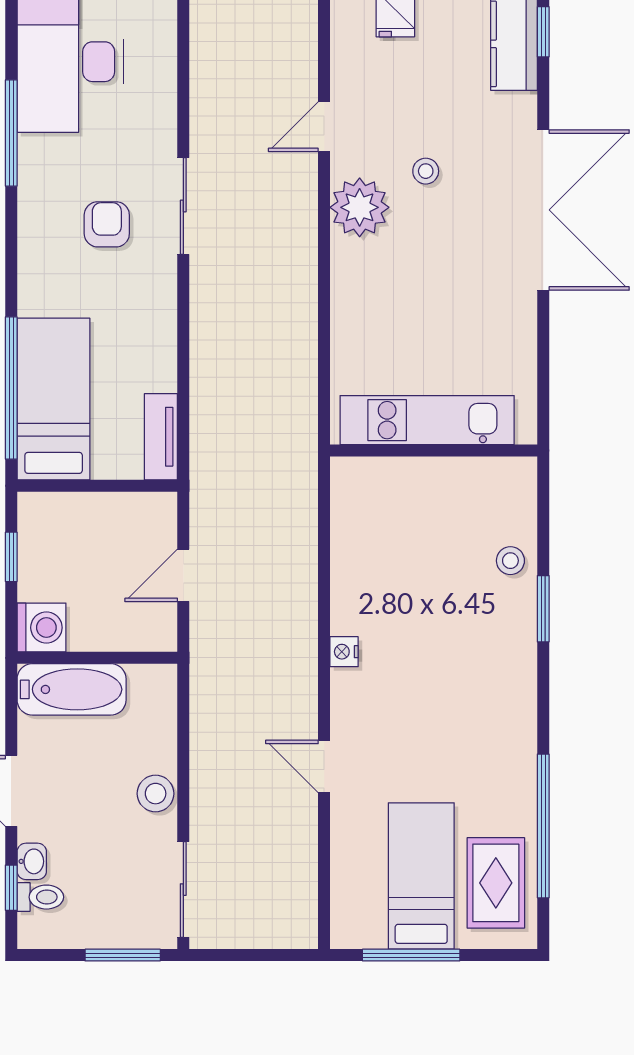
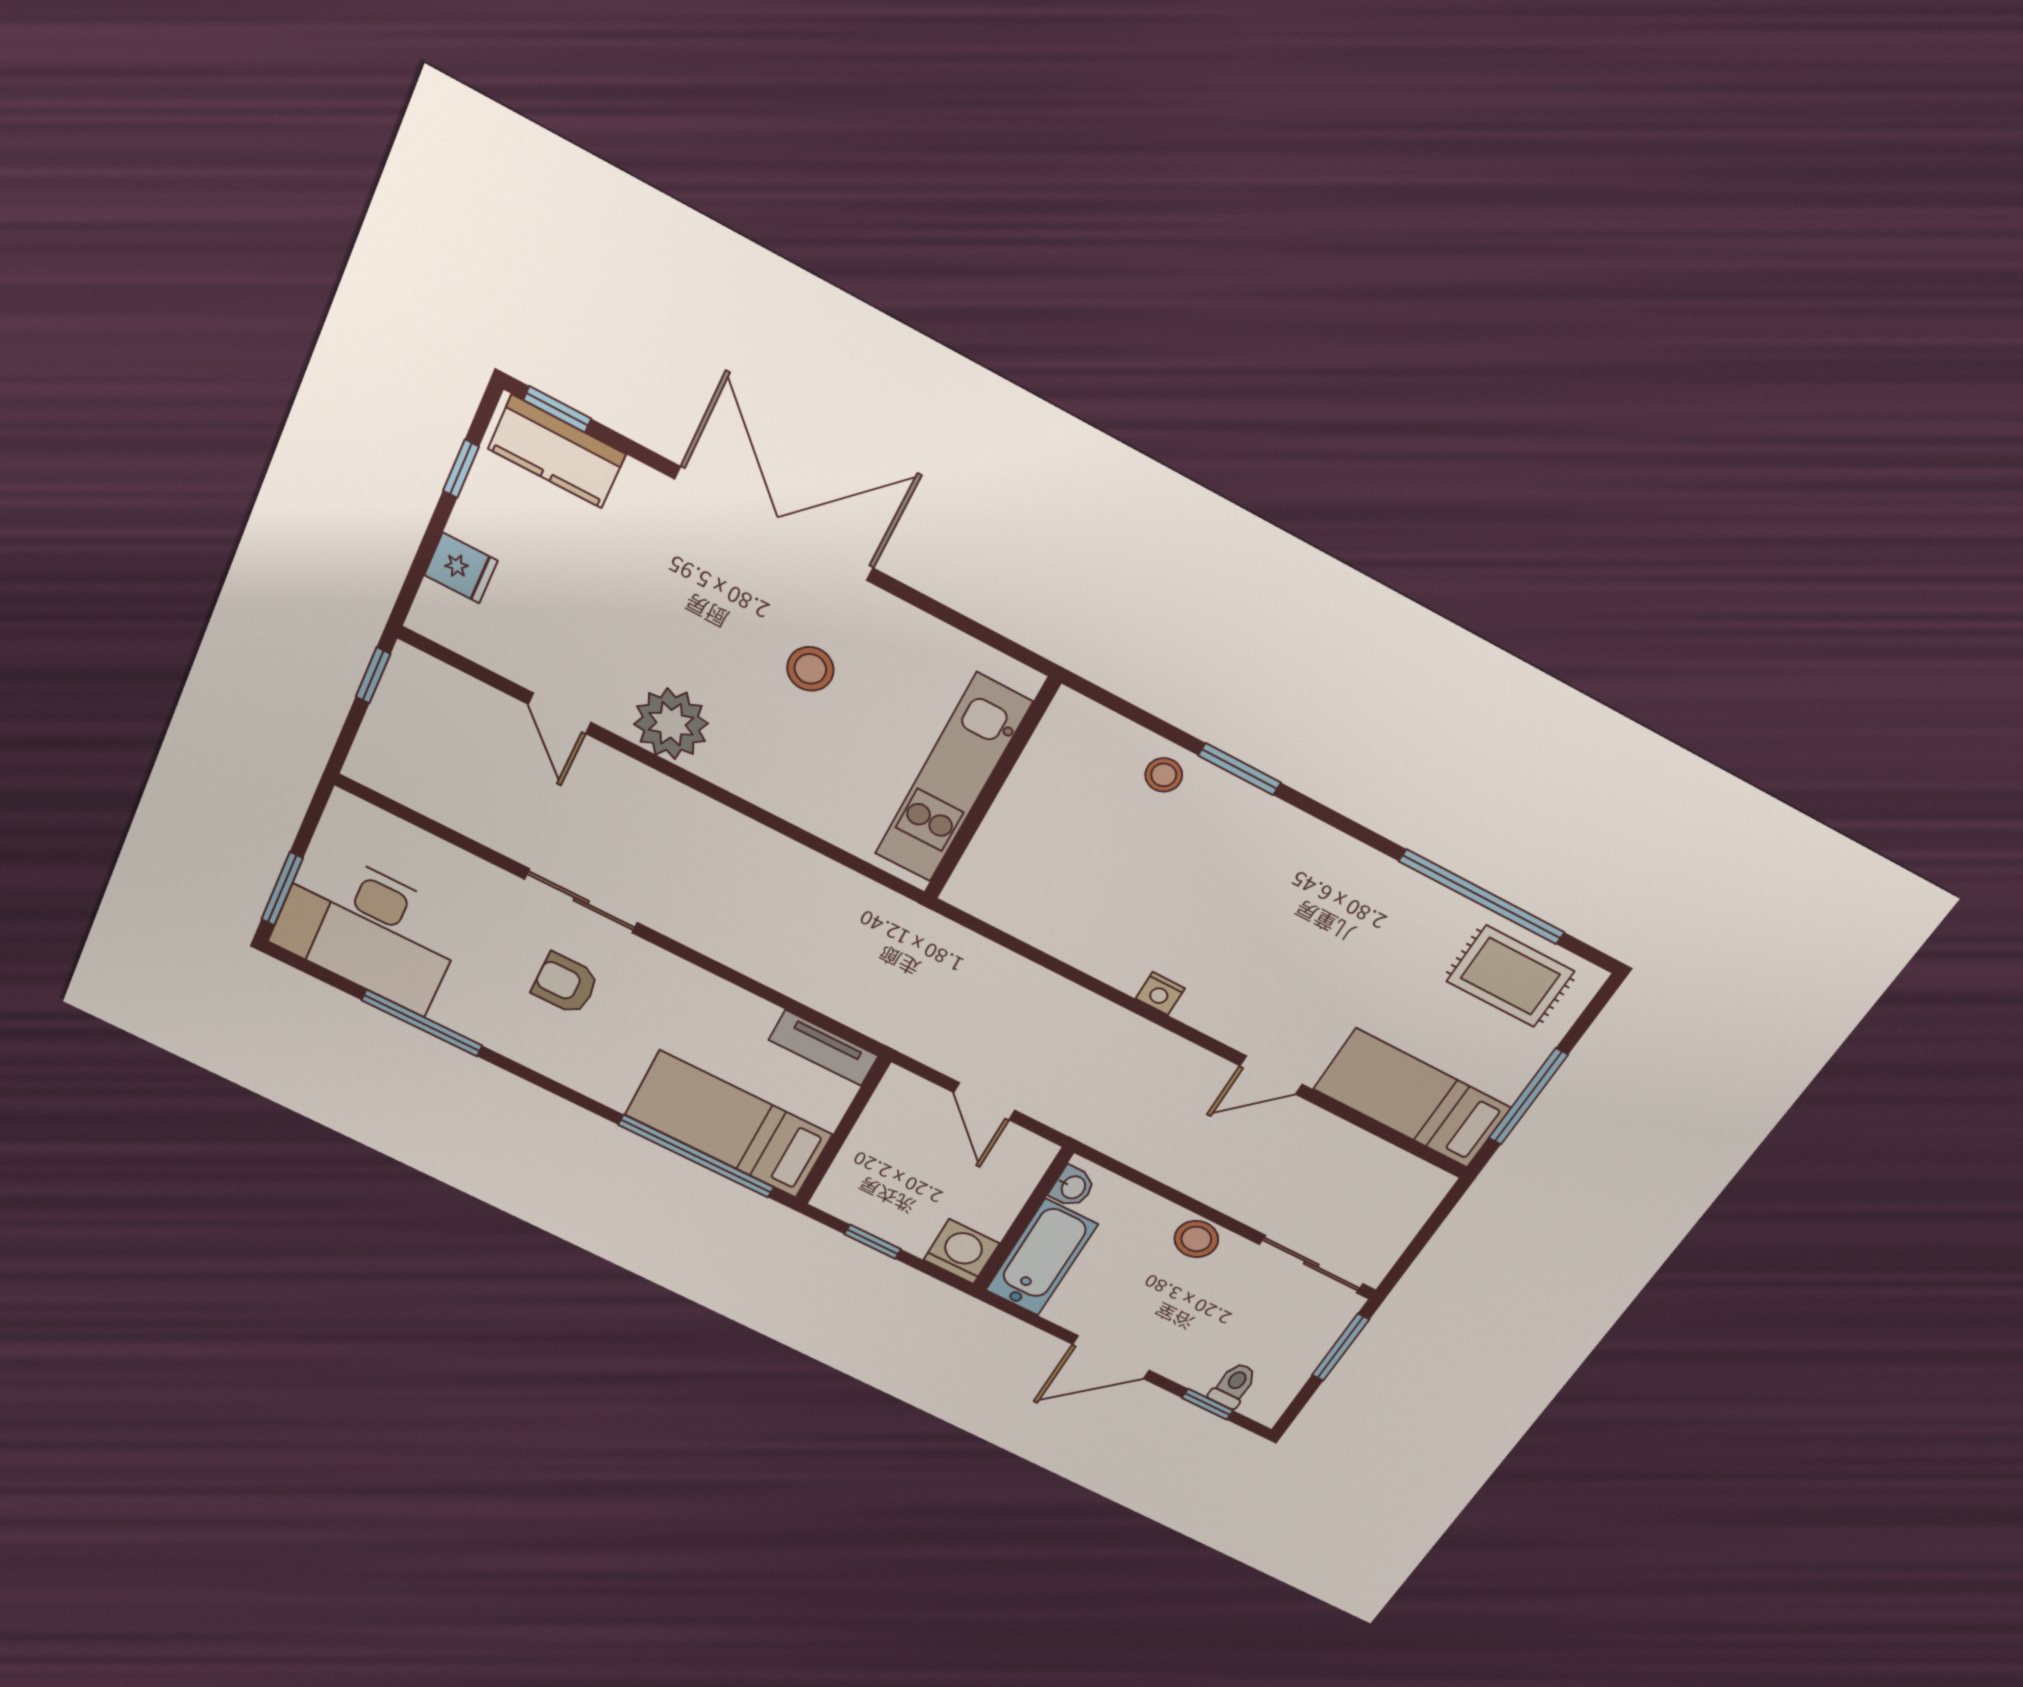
stool: (426, 171) -> (810, 669), moved, width x1.37, depth x1.37
washbasin: (32, 861) -> (1073, 1187), moved, turned 90
bed: (421, 876) -> (1412, 1098), moved

